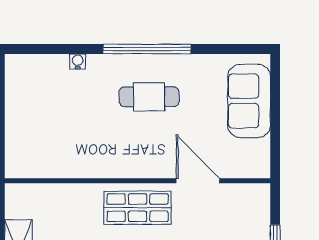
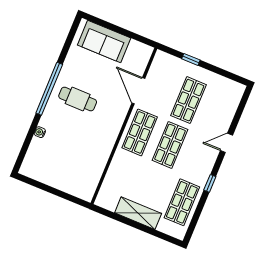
cafe table: (149, 97) -> (78, 99), turned 90
door: (198, 181) -> (138, 91), hinge flipped

